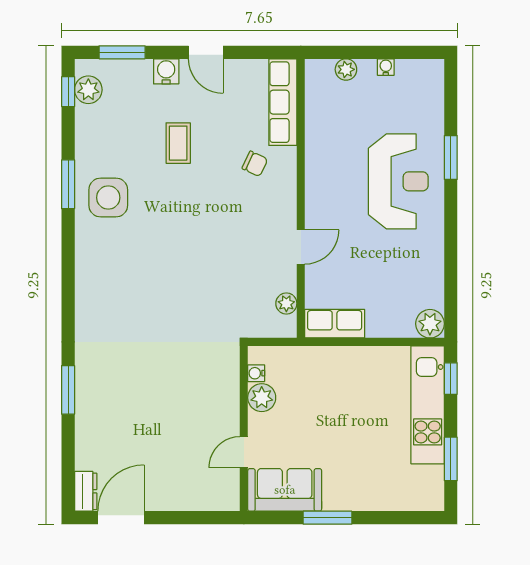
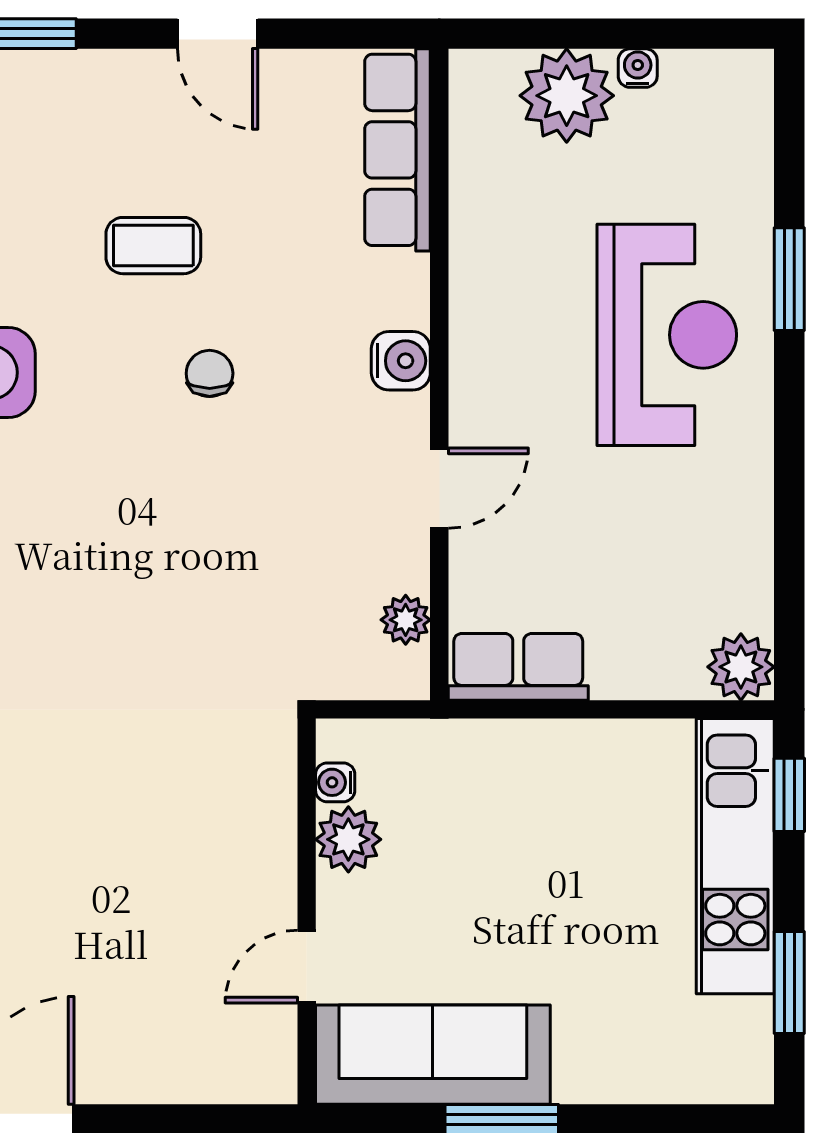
plant: (346, 69) -> (567, 96), width x1.87, depth x1.87
water cooler: (166, 71) -> (401, 361), moved, turned 90
coffee table: (178, 143) -> (153, 246), turned 90
chair: (255, 164) -> (210, 373), moved, turned -115
sofa: (285, 490) -> (433, 1055), width x1.36

